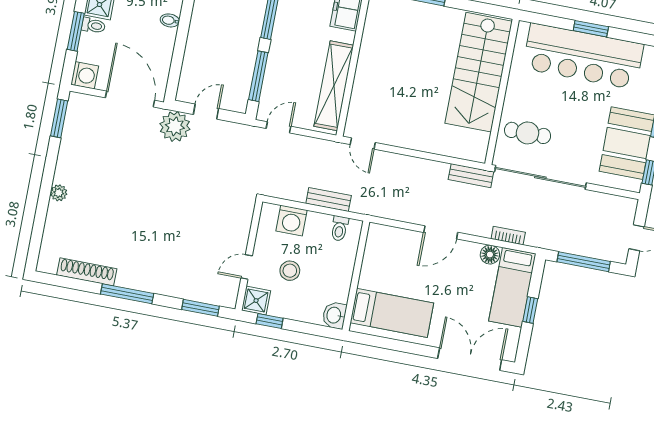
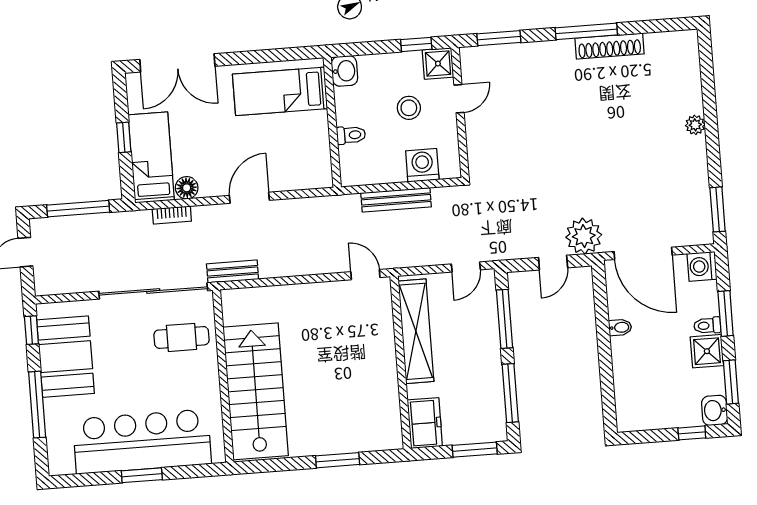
bidet: (170, 20) -> (620, 327), moved
bench: (329, 199) -> (396, 200), width x1.36
toilet: (339, 228) -> (351, 135), moved, turned 90
shoe rack: (87, 272) -> (609, 46), moved

